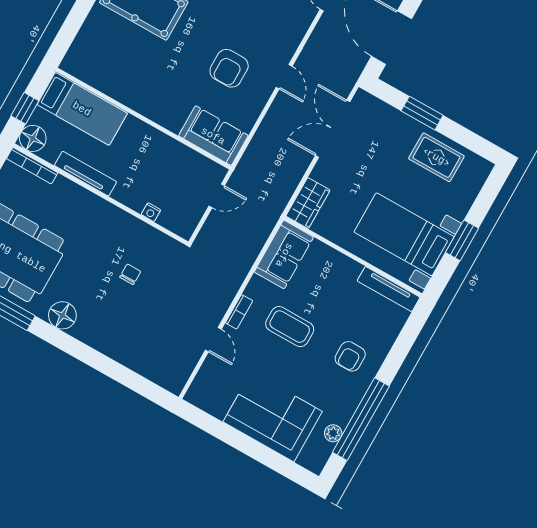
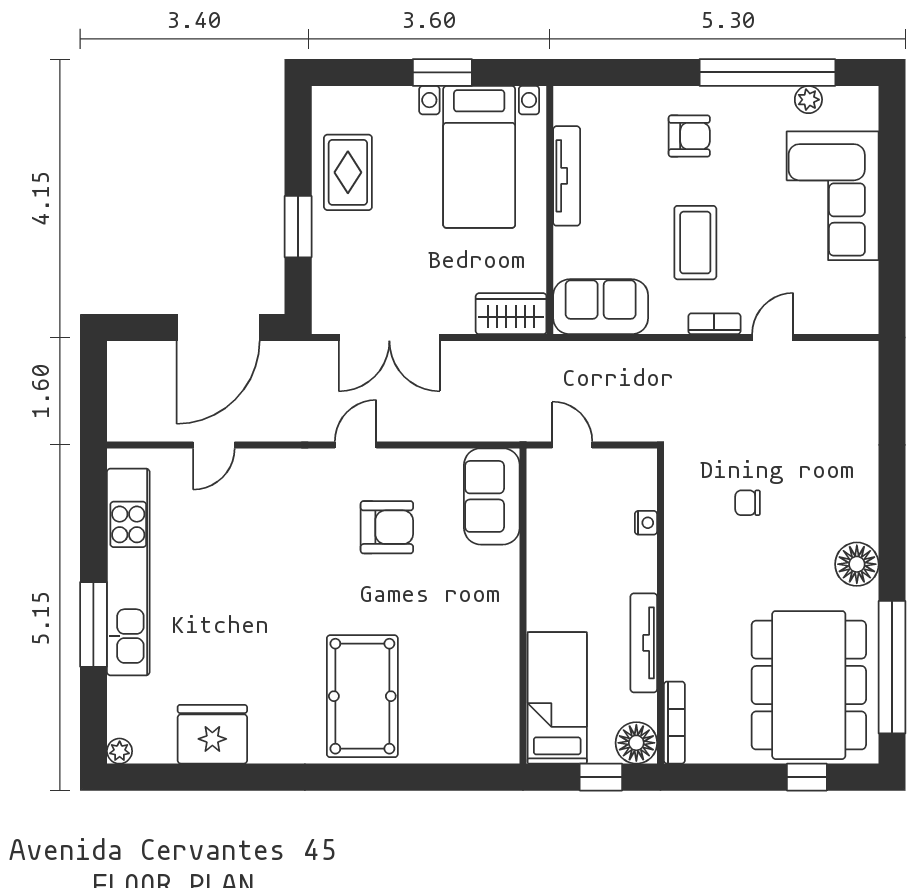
tv unit: (389, 289) -> (567, 176), moved

